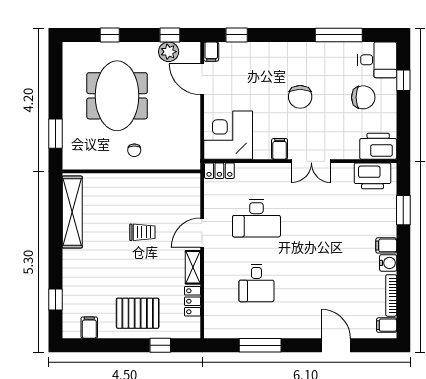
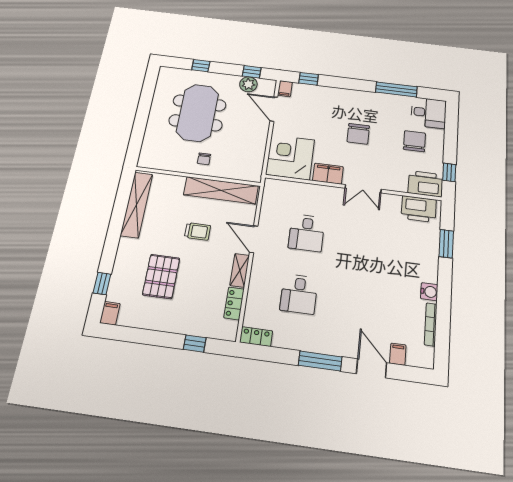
window: (403, 80) -> (449, 172), moved
chair: (363, 97) -> (414, 141), turned -90
window: (56, 134) -> (137, 136), removed
filing cabinet: (280, 149) -> (328, 174), width x2.00
locker: (219, 171) -> (256, 337), moved, turned 180
shelving: (159, 184) -> (221, 190), added
desk: (256, 218) -> (307, 233), width x0.73
door: (202, 233) -> (254, 239), hinge flipped
filing cabinet: (386, 245) -> (428, 275), removed
pallet: (138, 313) -> (161, 276), moved, turned 90
filing cabinet: (387, 325) -> (398, 354), moved, turned 90
filing cabinet: (89, 328) -> (110, 313), moved
window: (260, 345) -> (320, 361), moved

